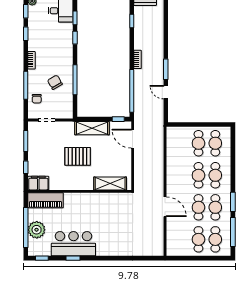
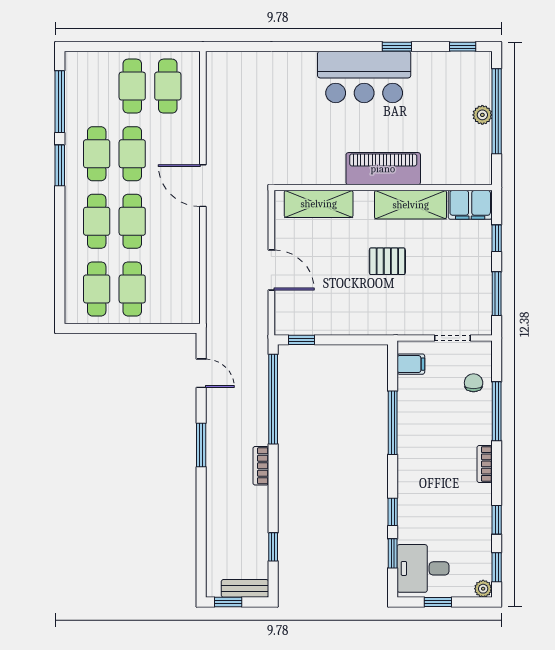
chair: (55, 82) -> (435, 418), removed
door: (166, 92) -> (201, 373), moved
filing cabinet: (66, 108) -> (411, 364), added
shelving: (92, 128) -> (411, 205), moved
door: (133, 139) -> (271, 270), moved
pallet: (78, 156) -> (387, 261), width x0.67, depth x0.71
piano: (46, 200) -> (383, 169), moved
door: (165, 207) -> (203, 186), moved
plant: (37, 230) -> (482, 115), width x0.53, depth x0.53
cafe table: (215, 239) -> (168, 86), moved
bar counter: (73, 244) -> (364, 77), moved

